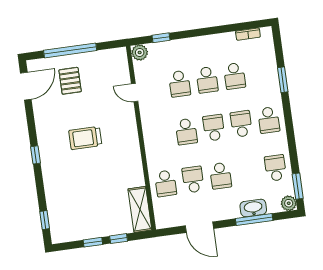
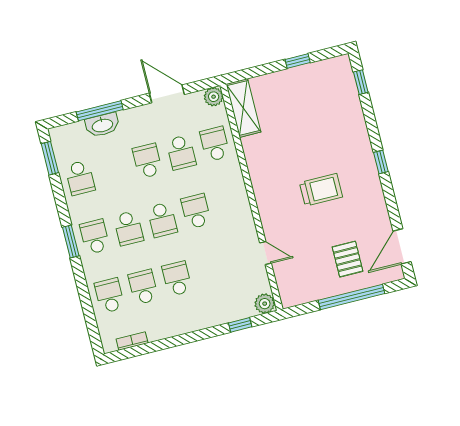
window: (283, 80) -> (71, 241), moved
school desk: (180, 84) -> (110, 296), moved
plant: (289, 203) -> (214, 97), moved
window: (119, 239) -> (266, 69), removed

